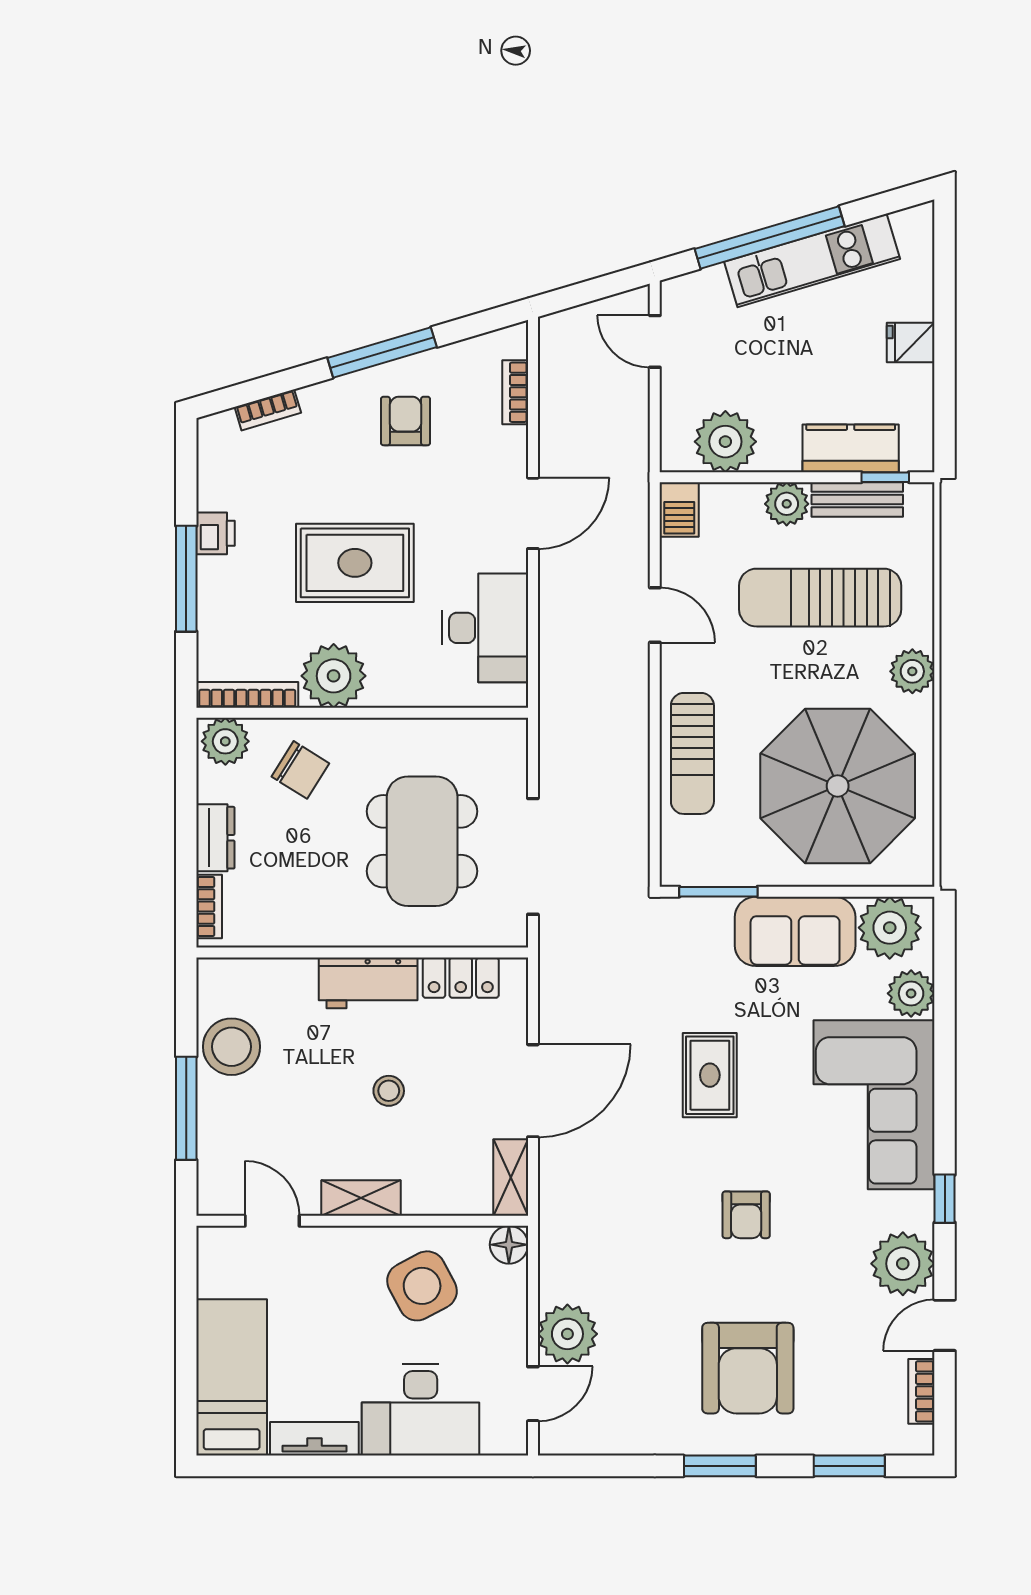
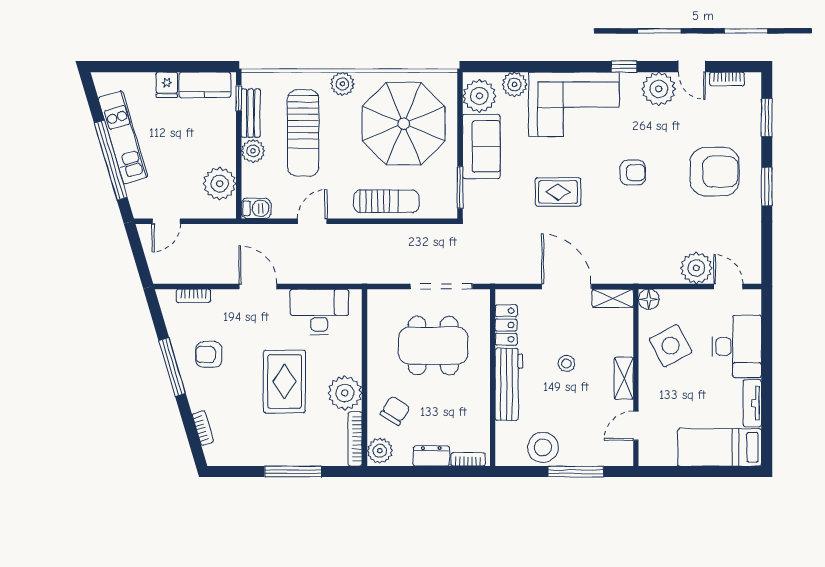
kitchen counter: (851, 448) -> (205, 85), moved, turned -90
printer: (215, 533) -> (269, 456), removed
workbench: (368, 983) -> (509, 384), width x1.38

